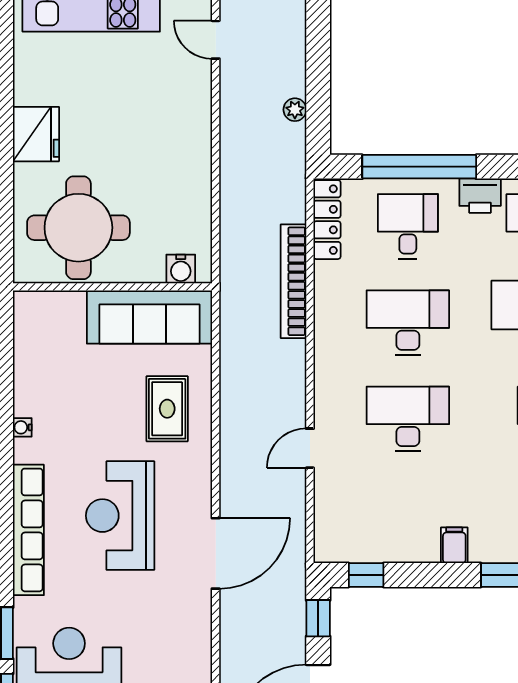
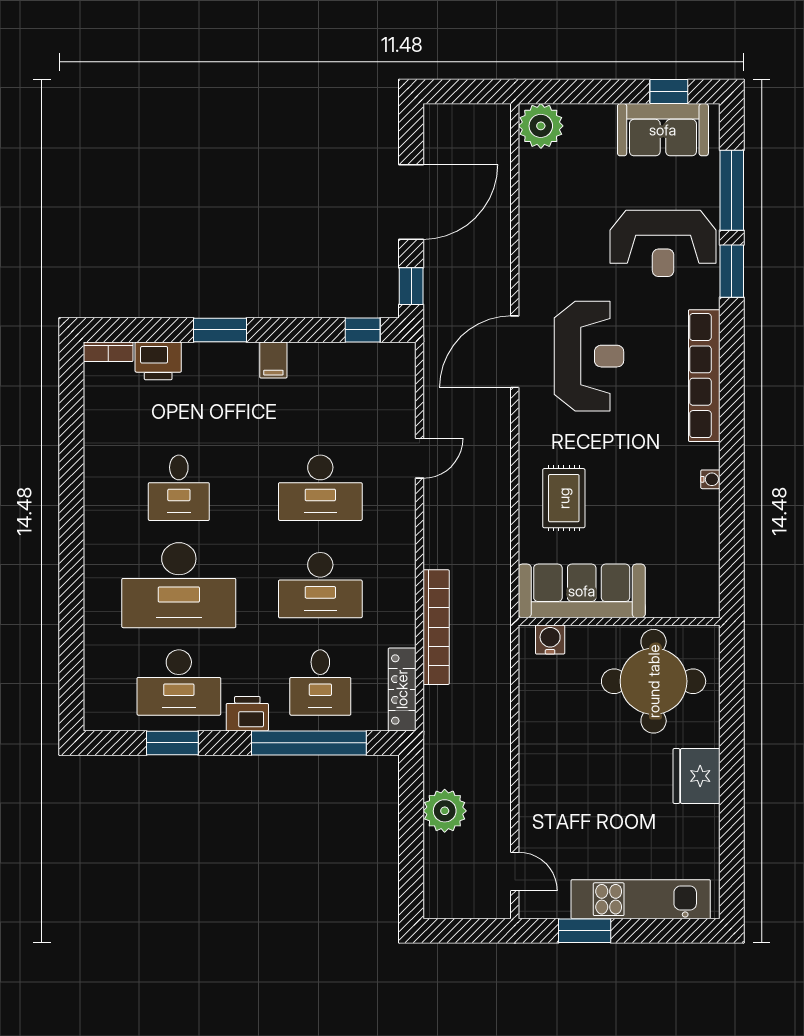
plant: (295, 110) -> (445, 811), width x1.88, depth x1.88
reception desk: (120, 516) -> (589, 356), moved

